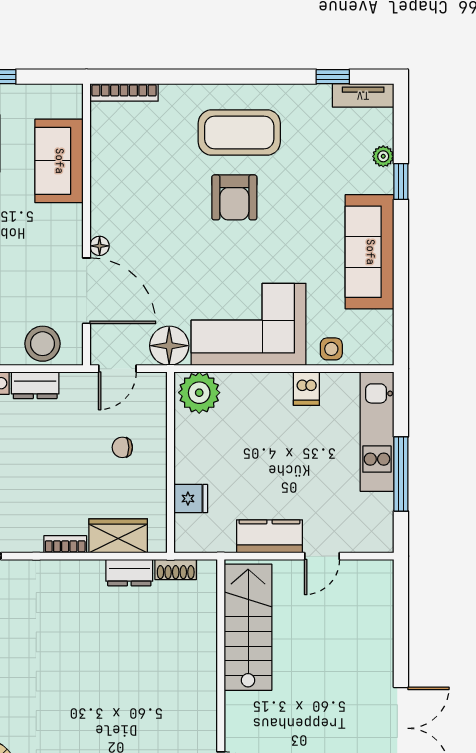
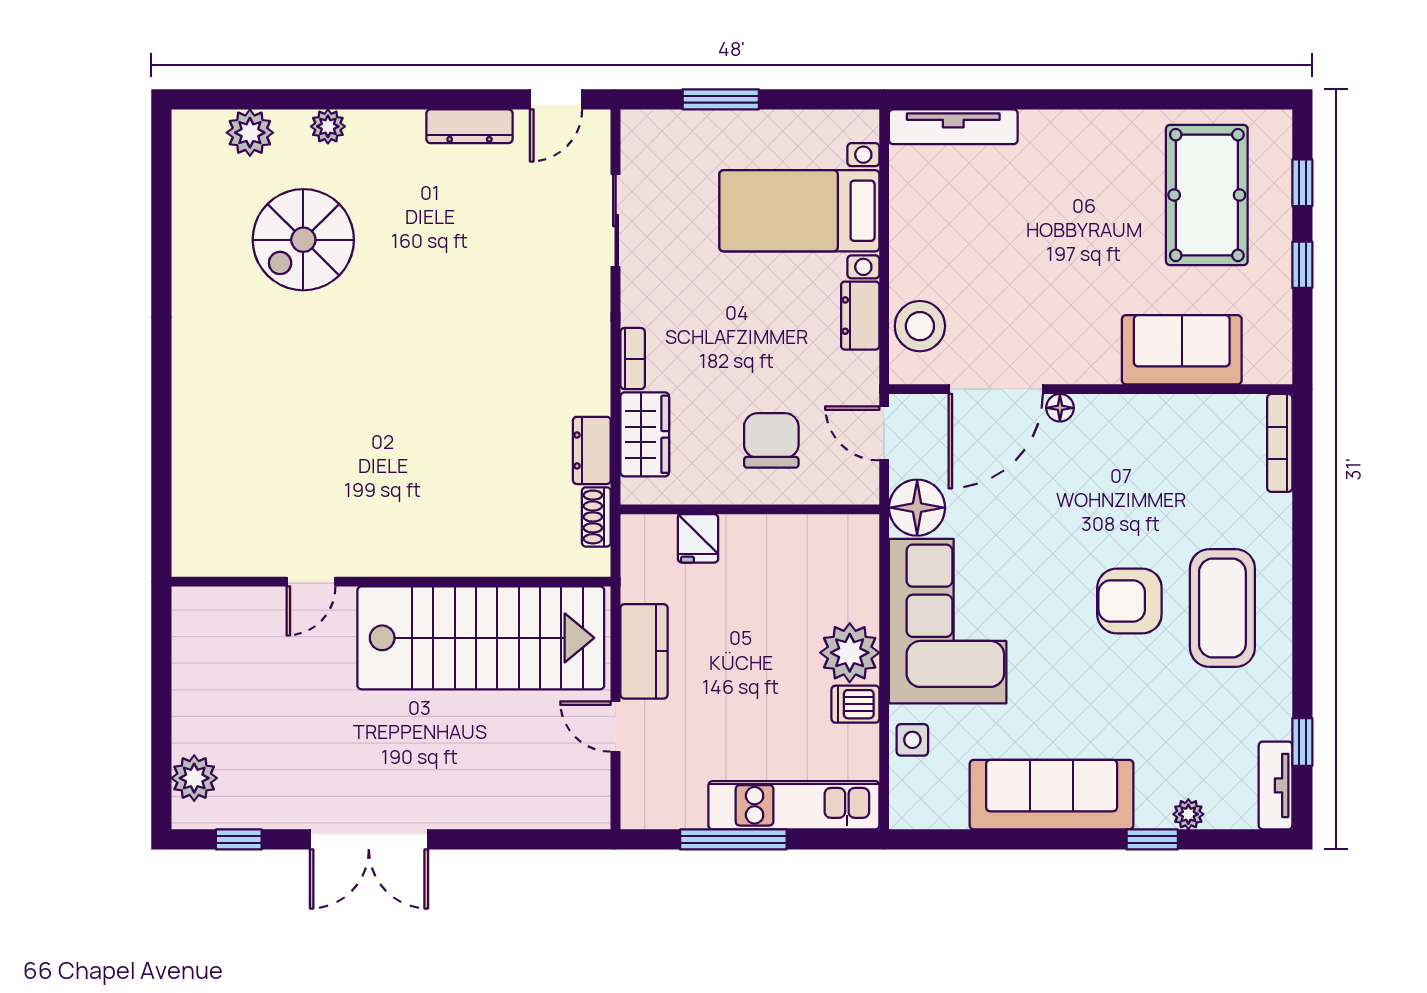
plant: (199, 393) -> (850, 653), moved
chair: (122, 447) -> (771, 440), width x1.87, depth x1.87
stairs: (248, 627) -> (481, 638), width x1.36, depth x1.51

